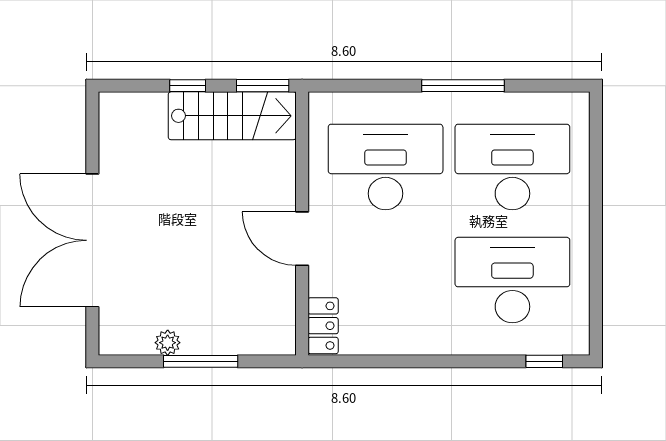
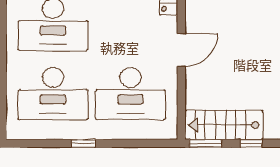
window: (463, 86) -> (83, 143), width x0.46
door: (302, 239) -> (181, 50), hinge flipped

